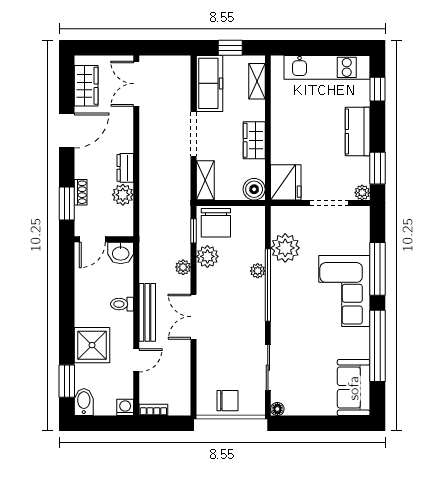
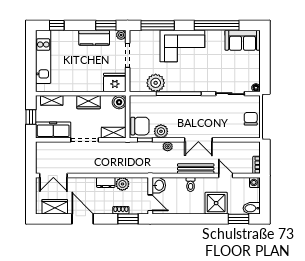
kitchen counter: (358, 132) -> (94, 38), moved
window: (378, 269) -> (158, 25), moved
plant: (258, 271) -> (170, 100), removed

